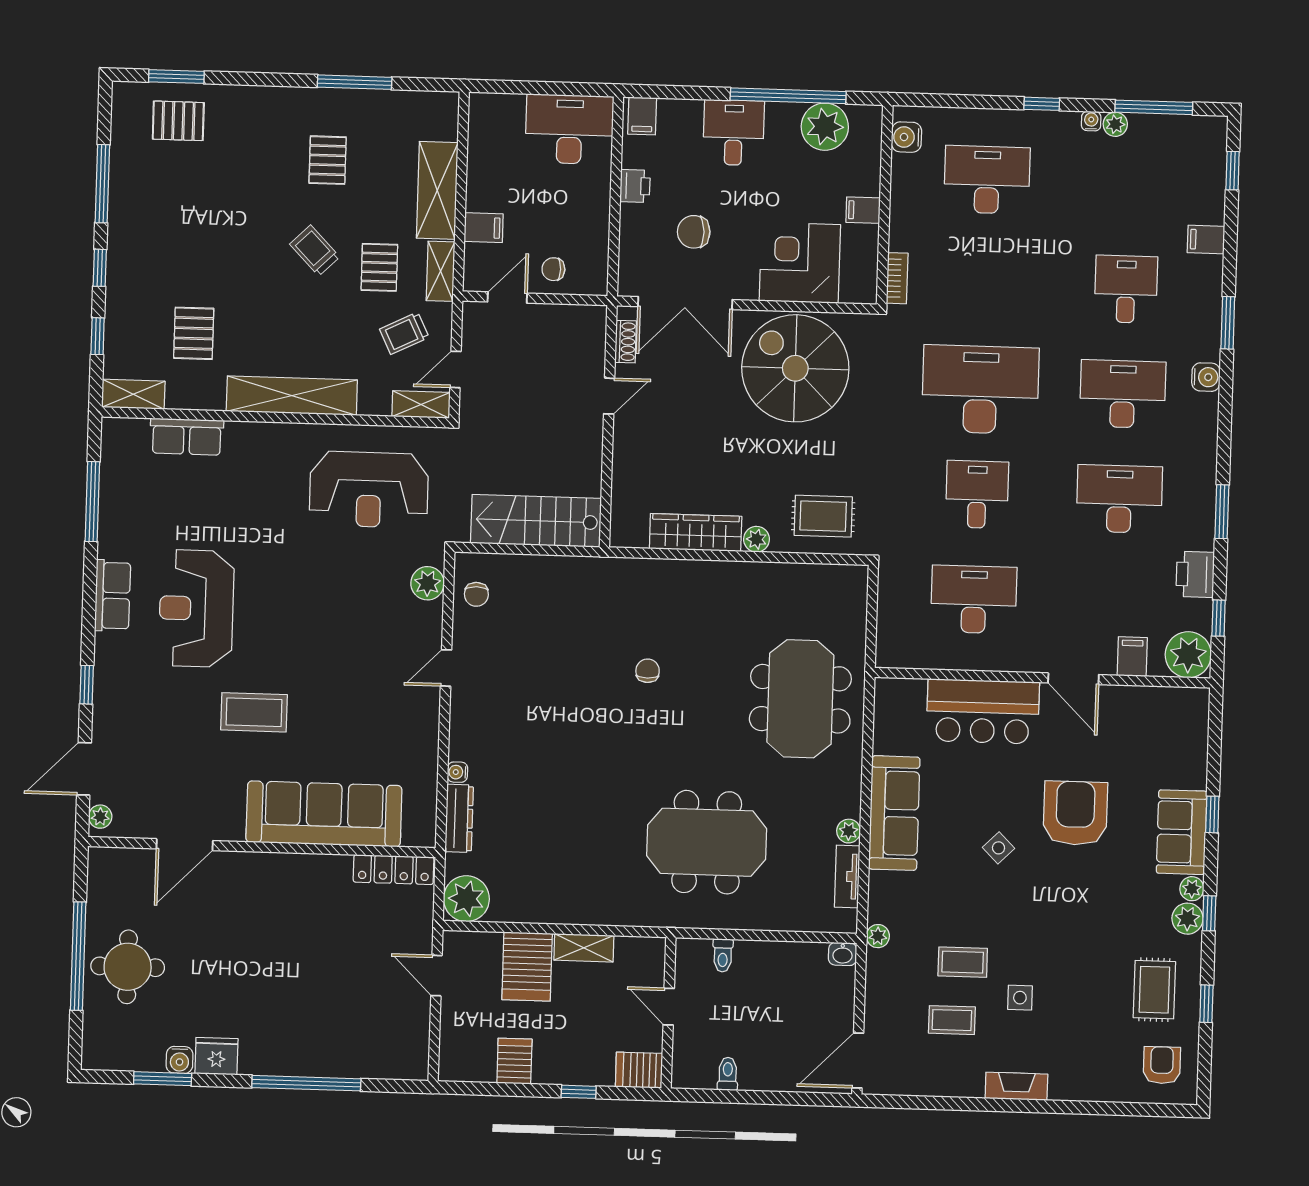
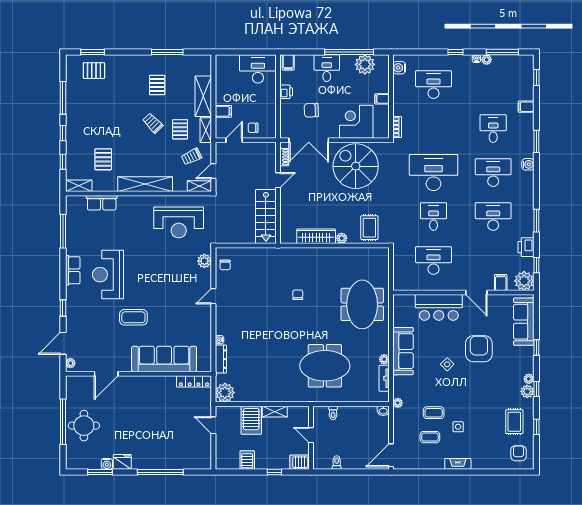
rug: (823, 516) -> (369, 228), turned 90
stairs: (536, 521) -> (266, 216), moved, turned -90
sofa: (1182, 832) -> (524, 322), moved, width x1.36

